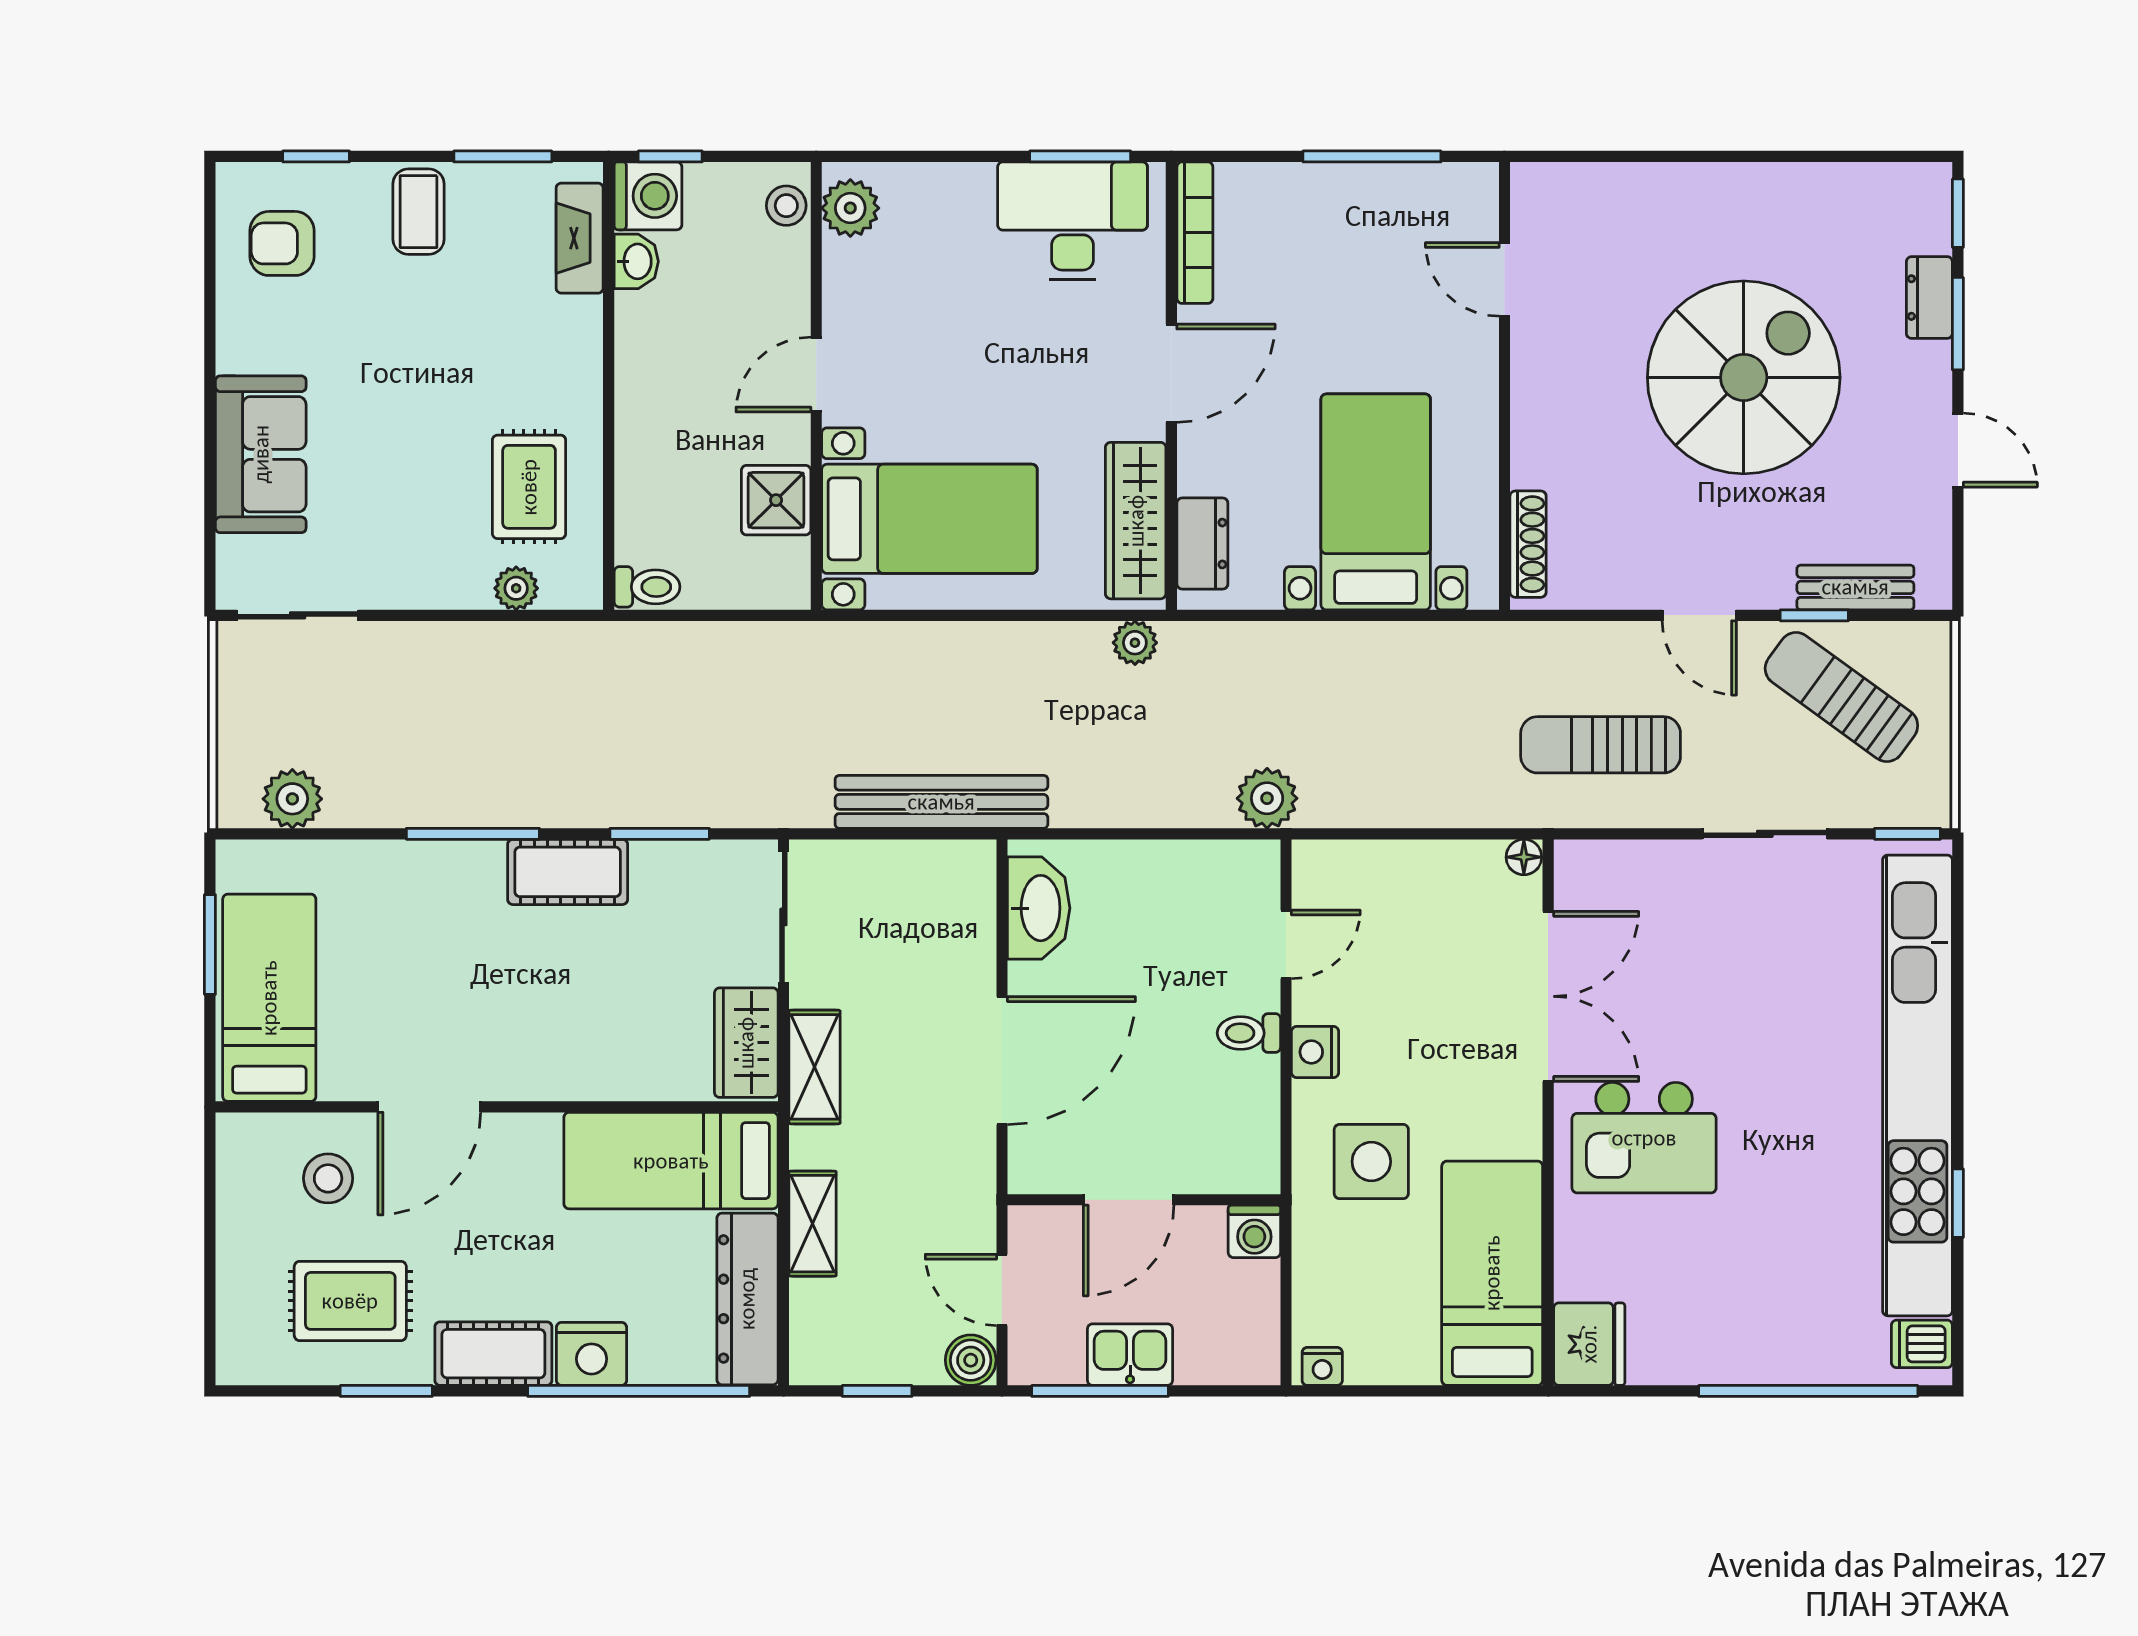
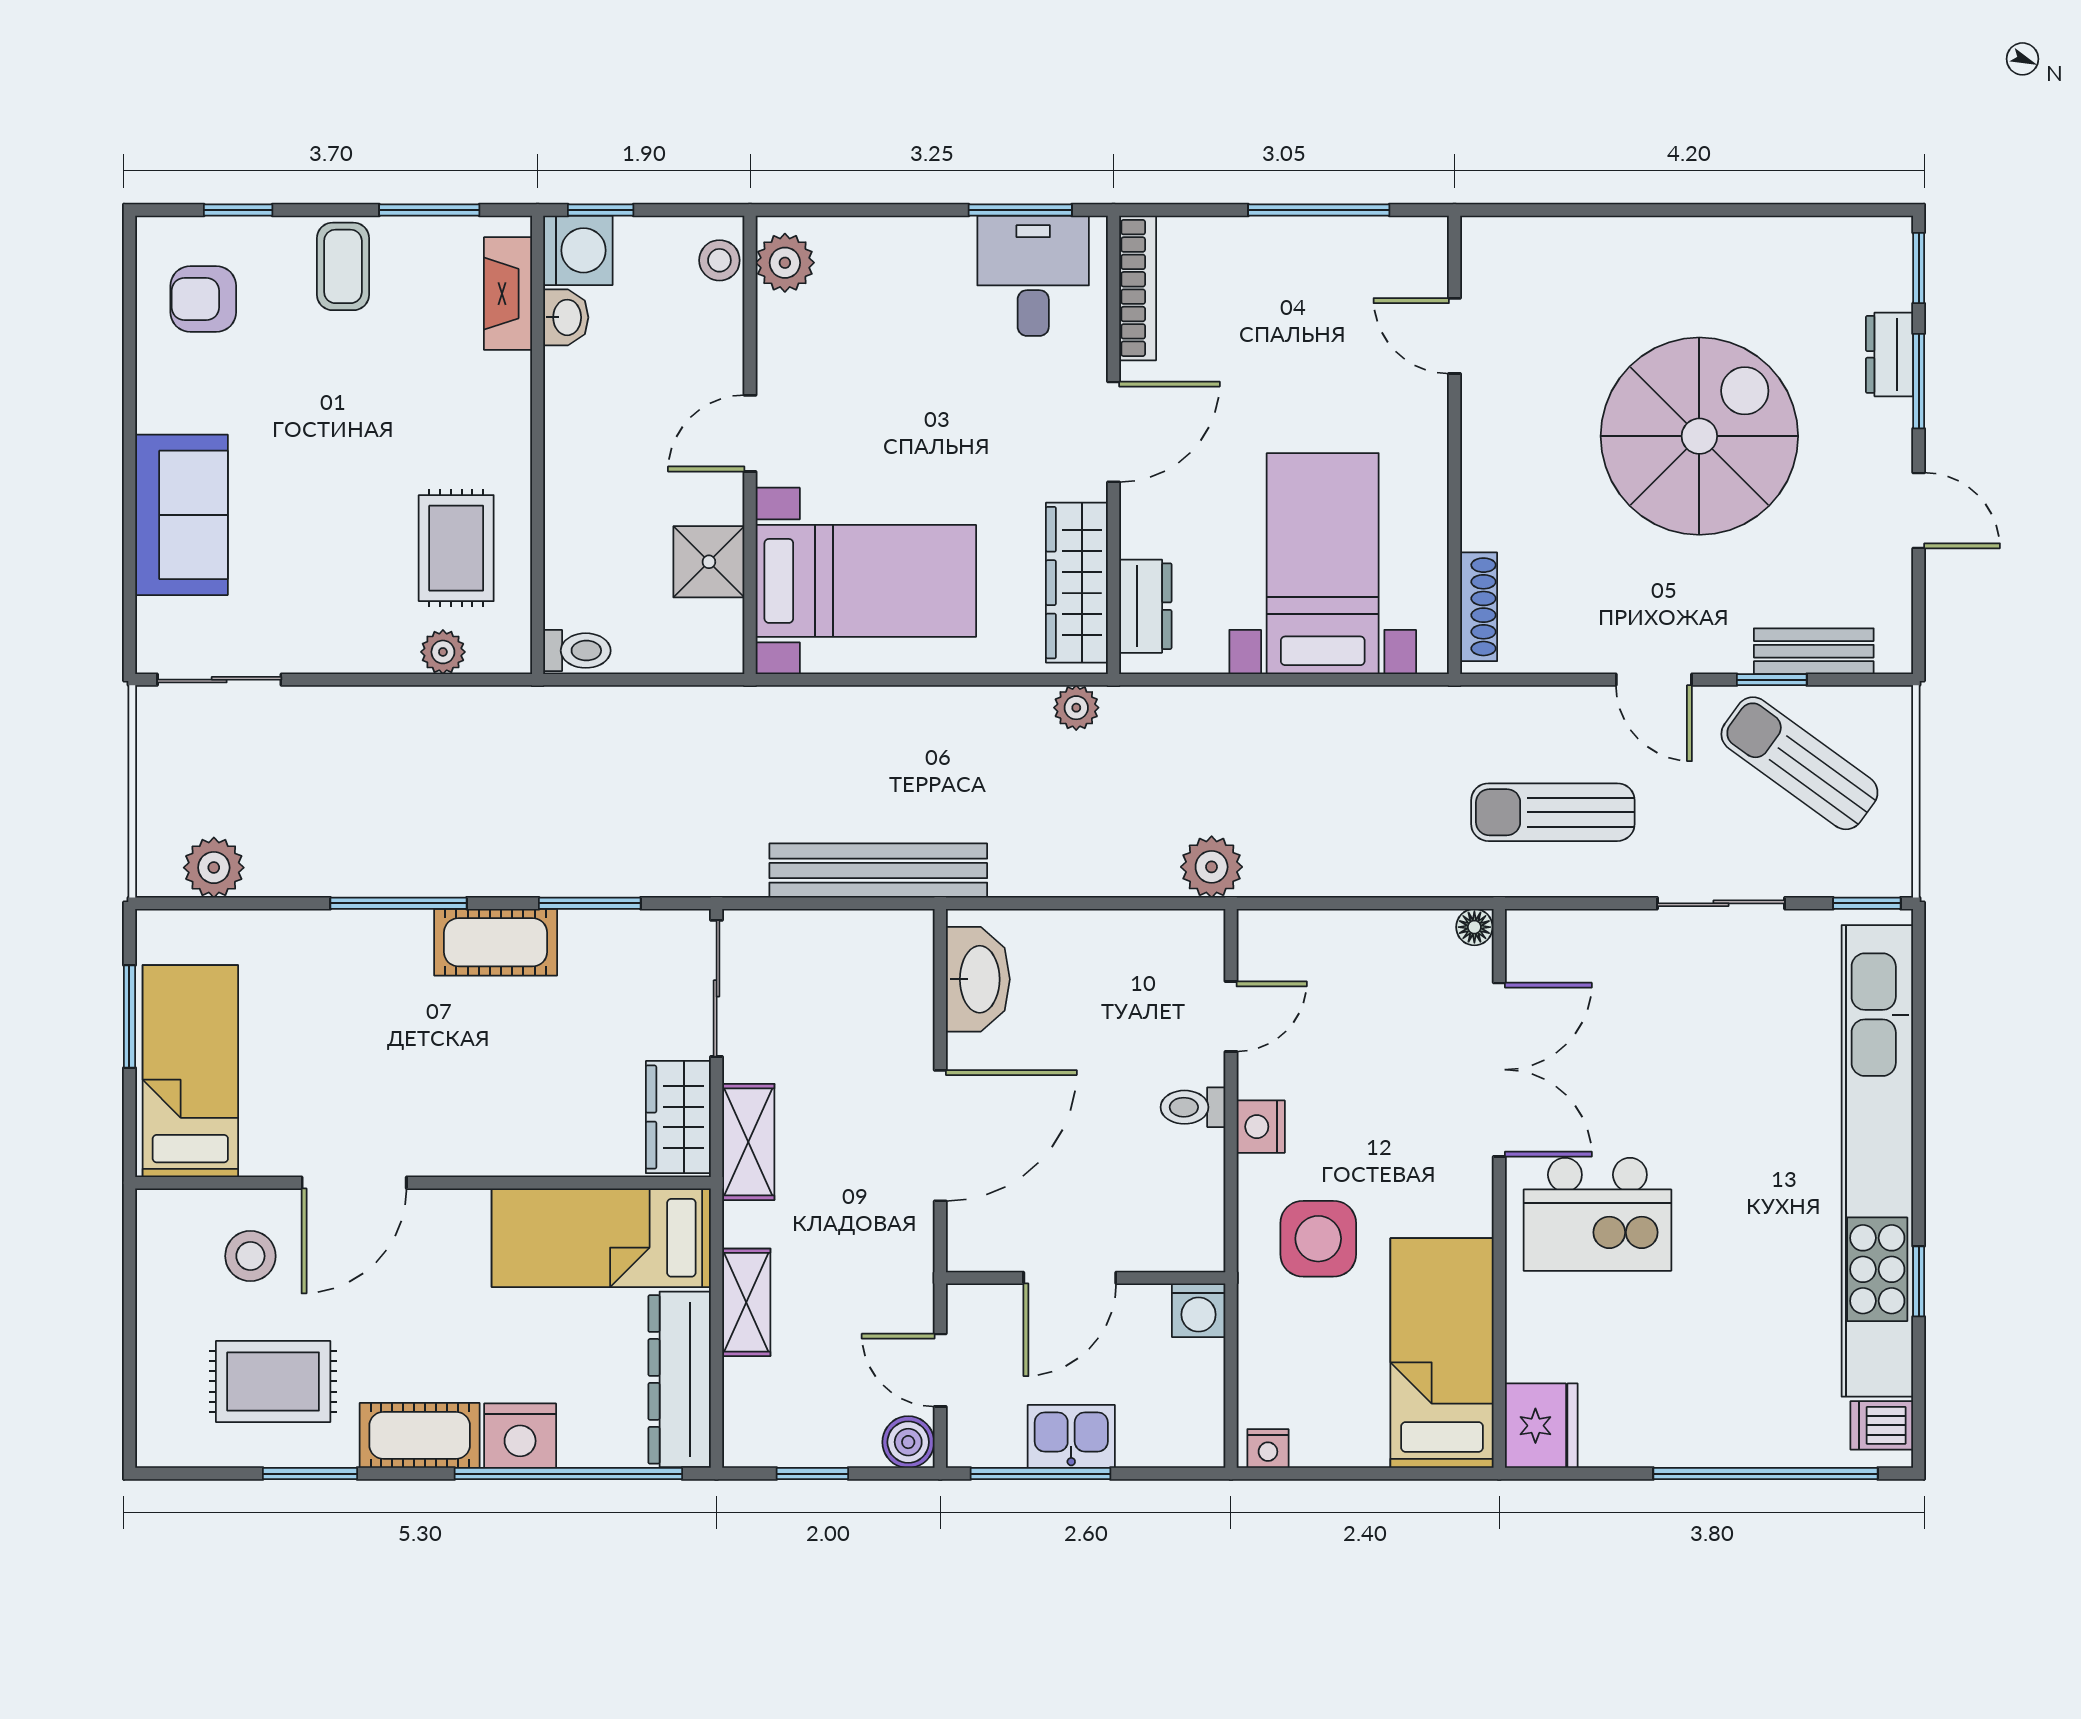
desk: (1073, 221) -> (1033, 276), width x0.73

